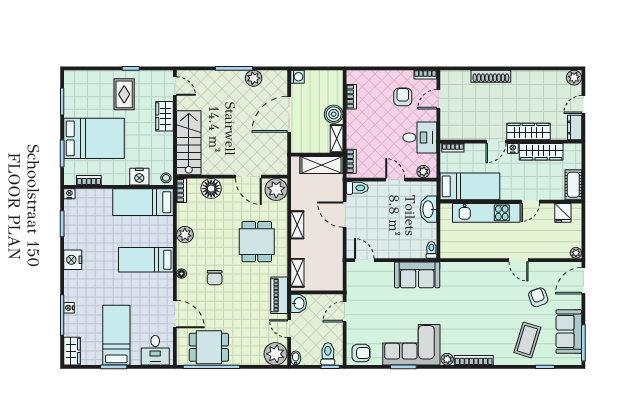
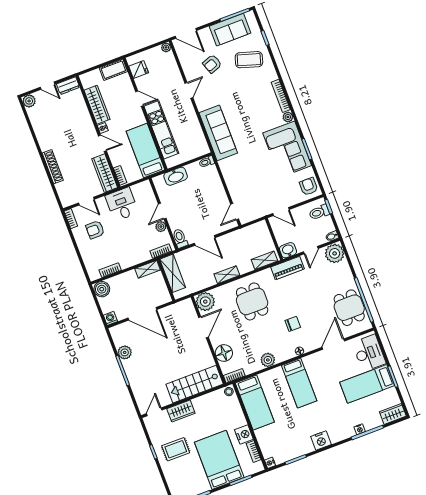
boiler: (334, 114) -> (102, 289), moved
wardrobe: (528, 131) -> (105, 173), moved
plant: (423, 172) -> (161, 227), moved
nightstand: (139, 177) -> (244, 435), moved
door: (345, 215) -> (205, 240), hinge flipped
dining table: (257, 242) -> (252, 301), turned 90
sofa: (417, 275) -> (218, 133), moved, width x1.36
desk: (155, 350) -> (369, 353), width x1.37

